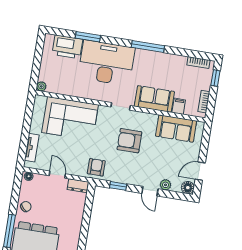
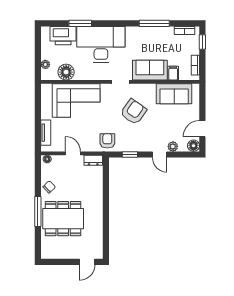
window: (148, 47) -> (154, 23), moved
plant: (41, 86) -> (45, 64), moved
floor lamp: (64, 86) -> (66, 72), added
armchair: (129, 141) -> (133, 112), turned 125

